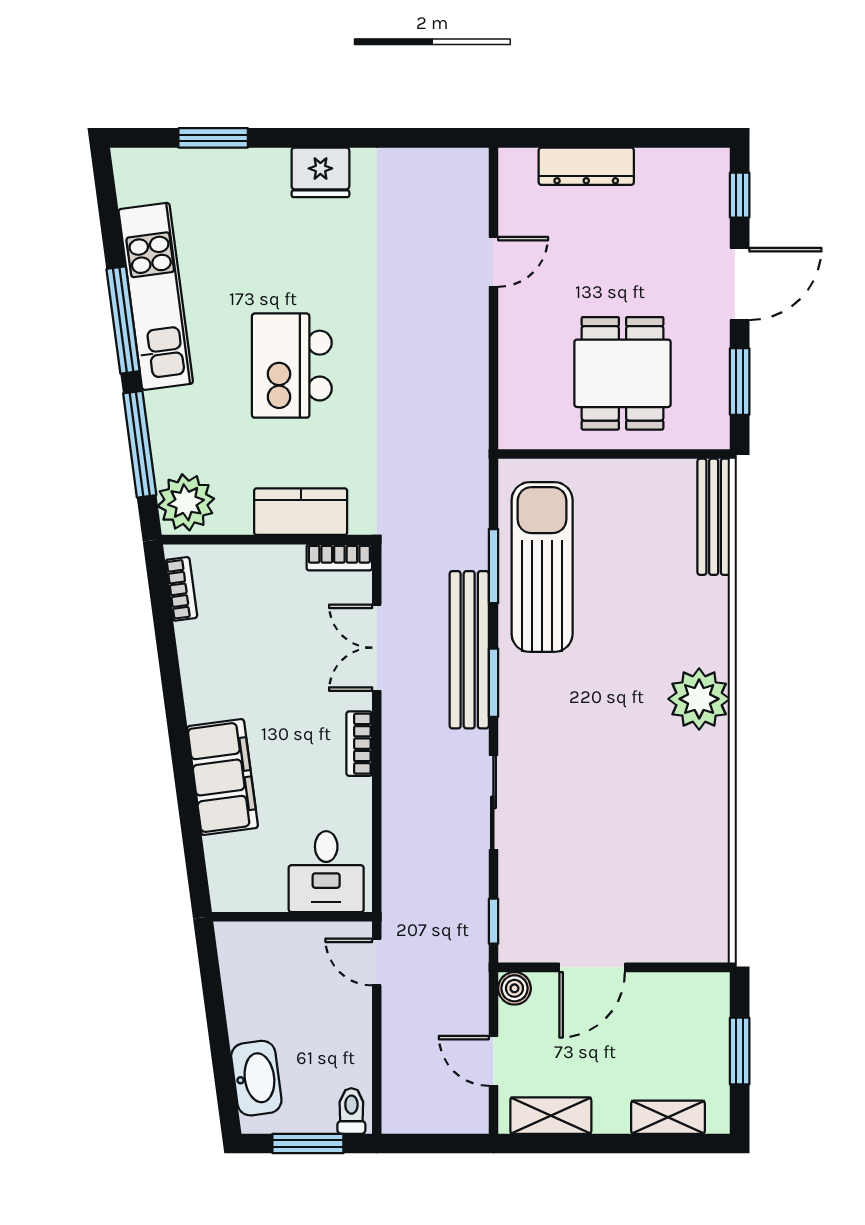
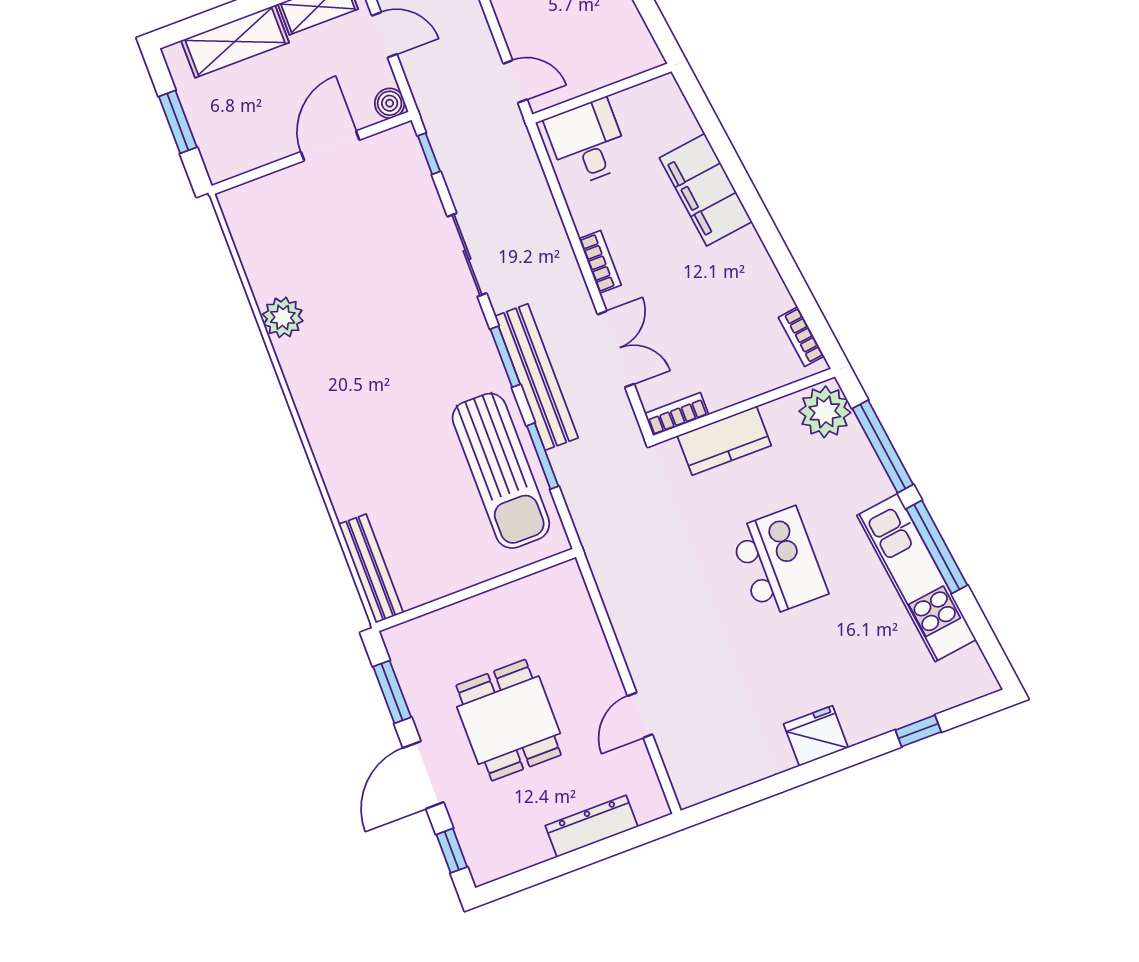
window: (213, 138) -> (918, 731), width x0.67
dining table: (623, 373) -> (509, 720), moved
plant: (699, 699) -> (283, 317), moved, width x0.73, depth x0.73
shelving: (668, 1117) -> (235, 41), width x1.50, depth x1.33

